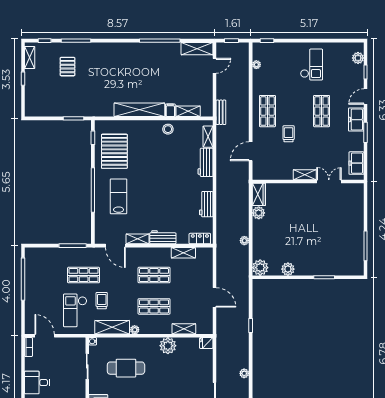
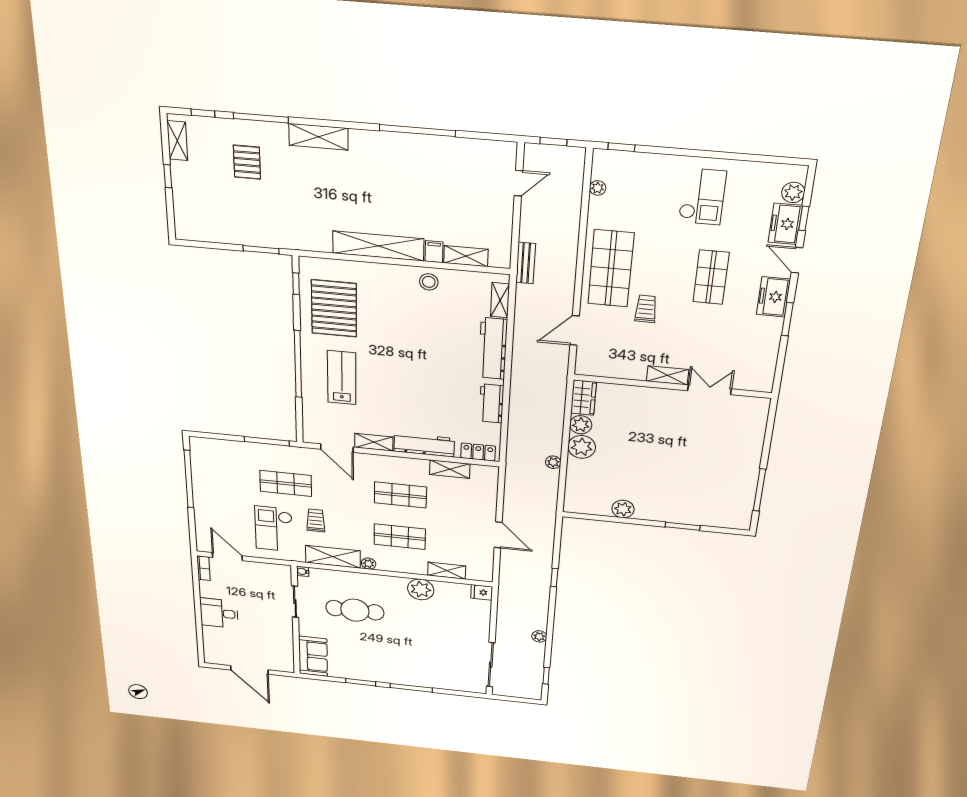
shelving: (197, 49) -> (318, 137), moved
door: (365, 97) -> (797, 260), hinge flipped
shop shelf: (267, 111) -> (611, 268), width x1.43, depth x1.36
workbench: (205, 162) -> (493, 349), width x1.38
freezer: (356, 163) -> (785, 224), moved
workbench: (163, 237) -> (424, 445), width x1.38
plant: (260, 268) -> (582, 447), moved

